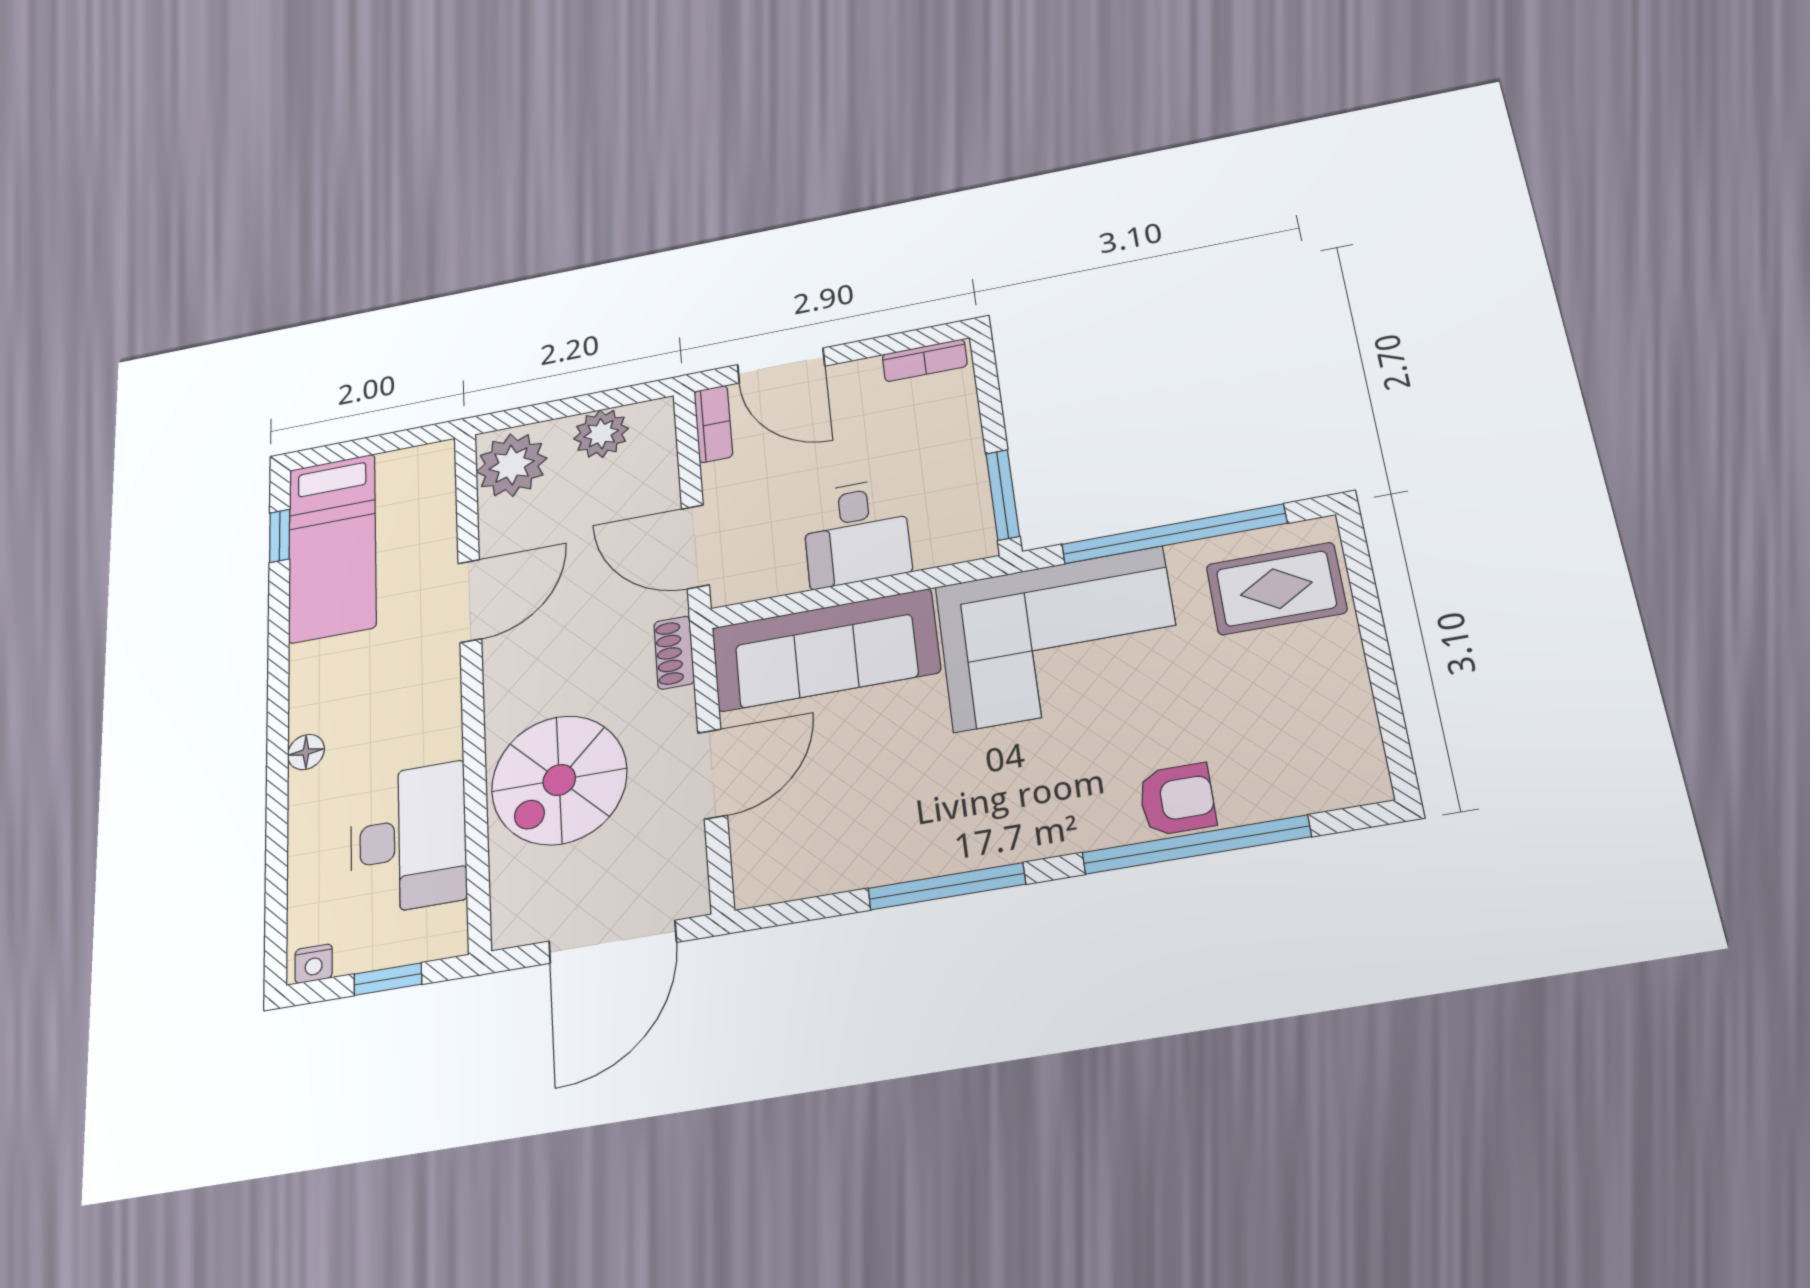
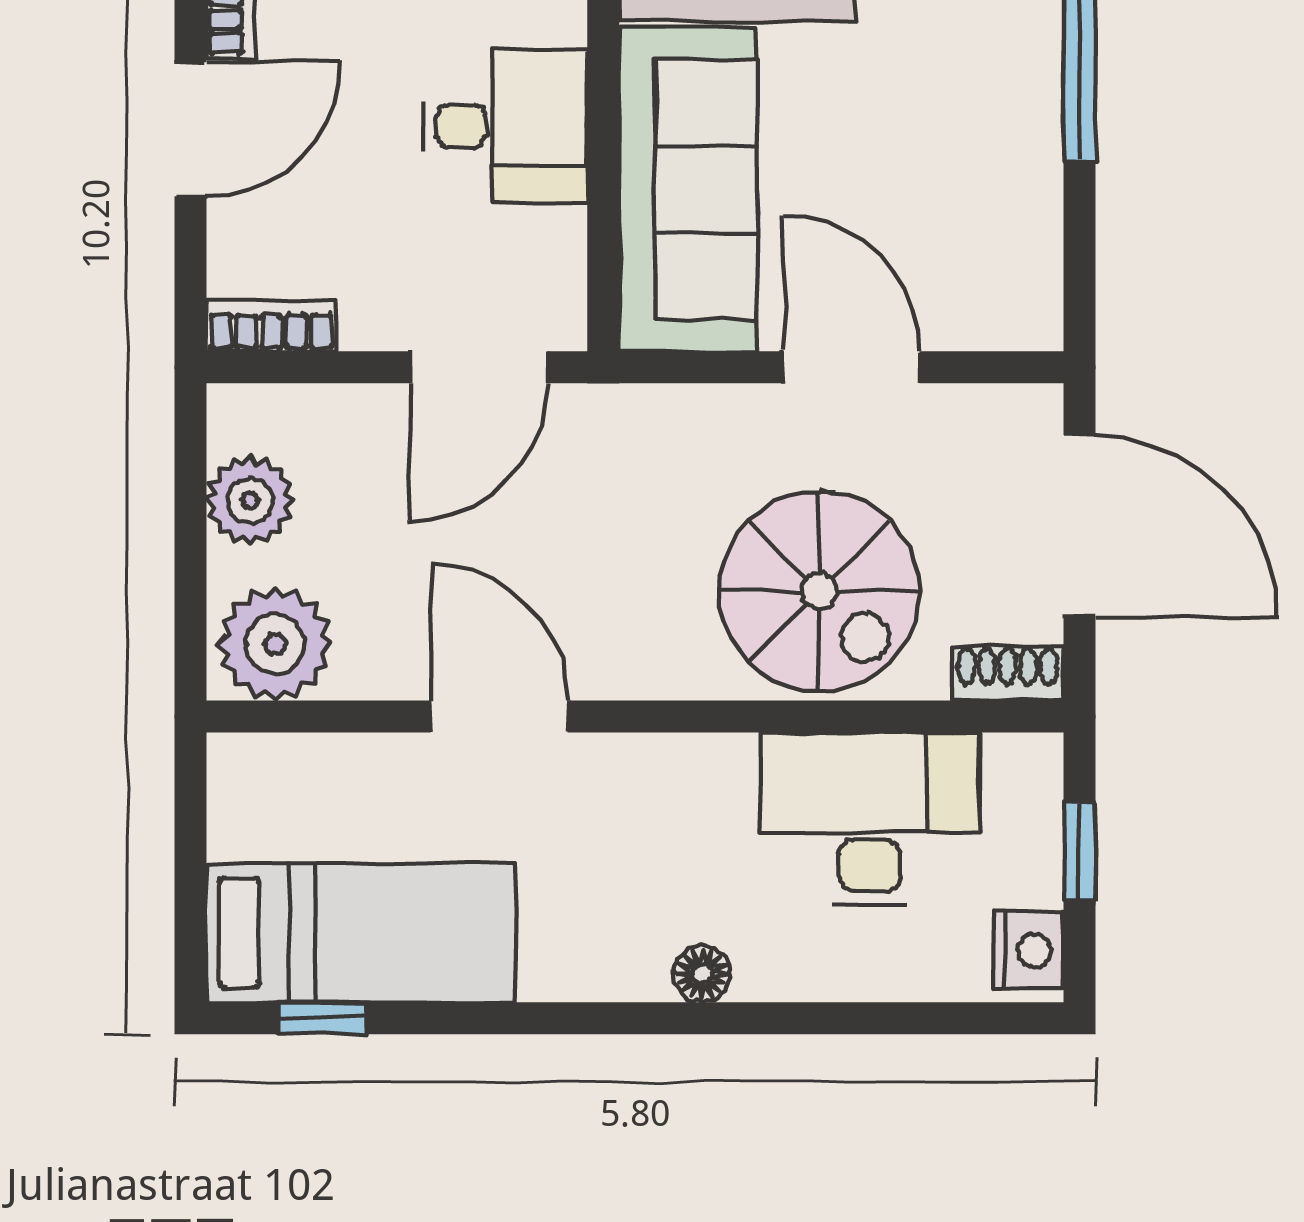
door: (781, 365) -> (191, 129), moved
shoe rack: (674, 653) -> (1008, 673), moved, turned 180
nightstand: (314, 964) -> (1028, 951), width x1.39, depth x1.35

